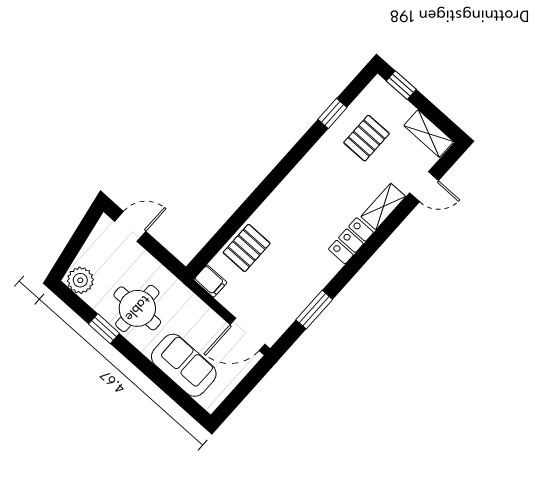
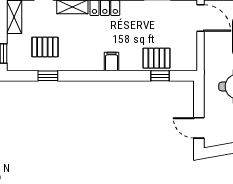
window: (224, 235) -> (160, 76), added
filing cabinet: (210, 281) -> (112, 62), moved

